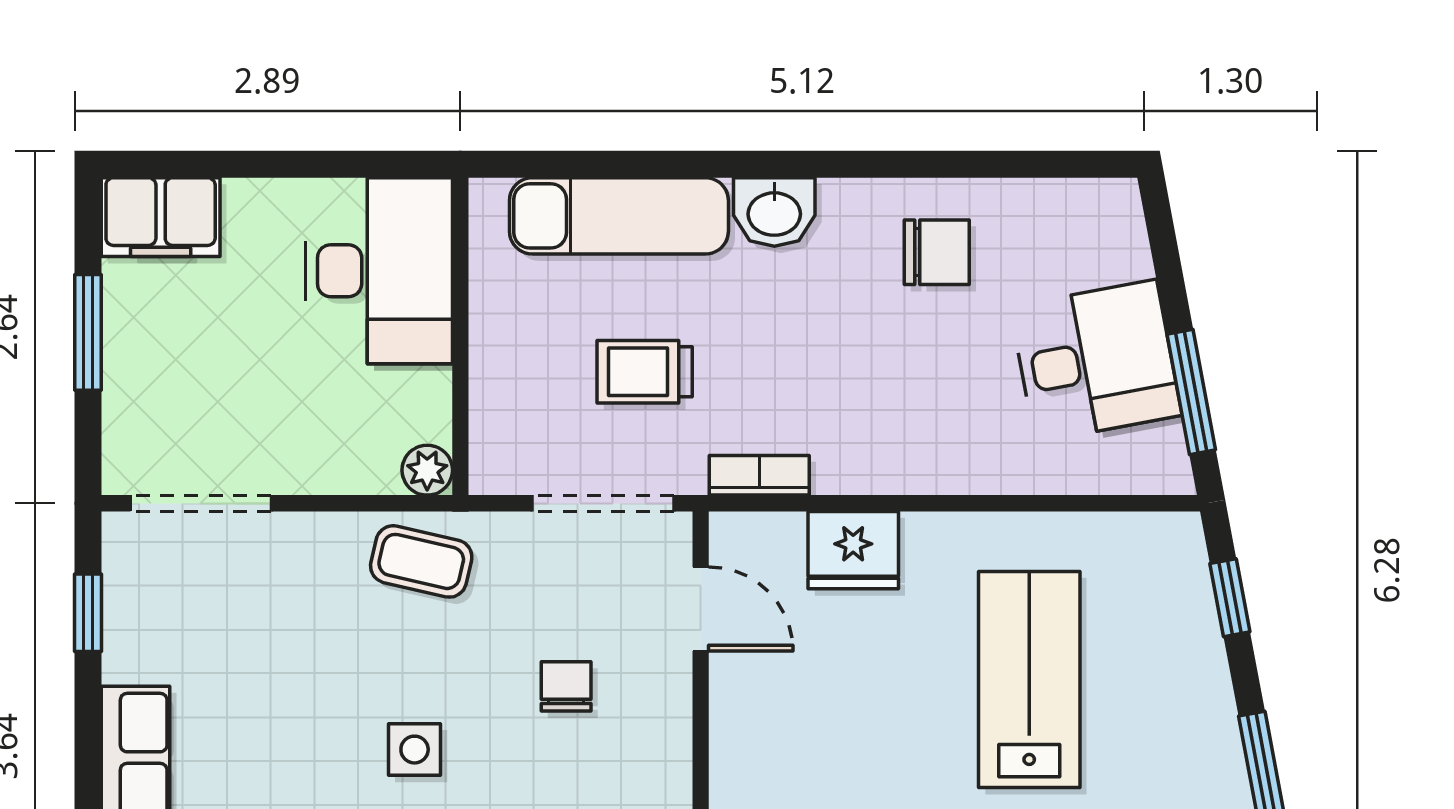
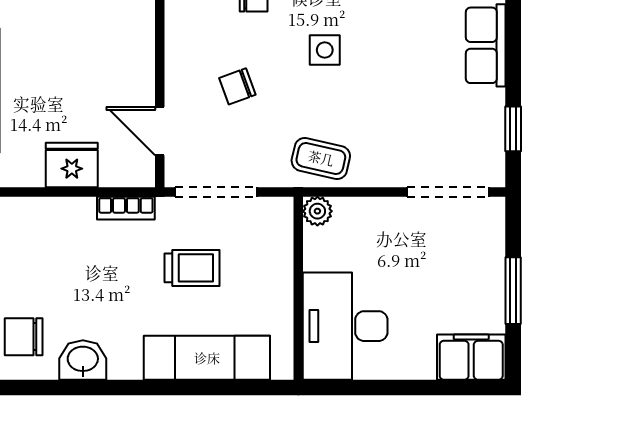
washbasin: (774, 212) -> (83, 360), moved
chair: (566, 686) -> (237, 86), turned 70

